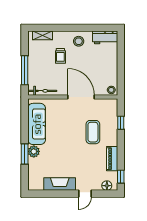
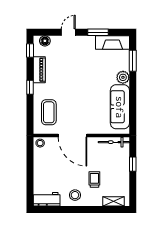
window: (25, 70) -> (133, 164), width x0.46
window: (121, 123) -> (30, 87), moved
coffee table: (93, 132) -> (49, 112), moved
window: (25, 154) -> (133, 61), moved
fireplace: (60, 184) -> (112, 43), moved
window: (57, 194) -> (98, 32), added

